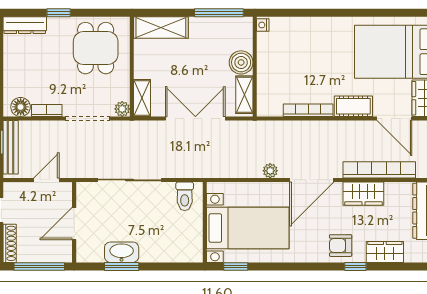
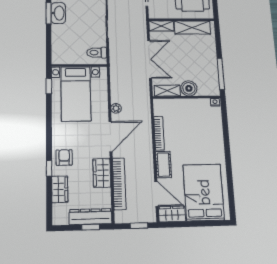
shelving: (161, 28) -> (192, 28), moved, turned 90
plant: (122, 109) -> (154, 14), removed
door: (394, 119) -> (156, 194), swing flipped
door: (312, 180) -> (110, 137), swing flipped

